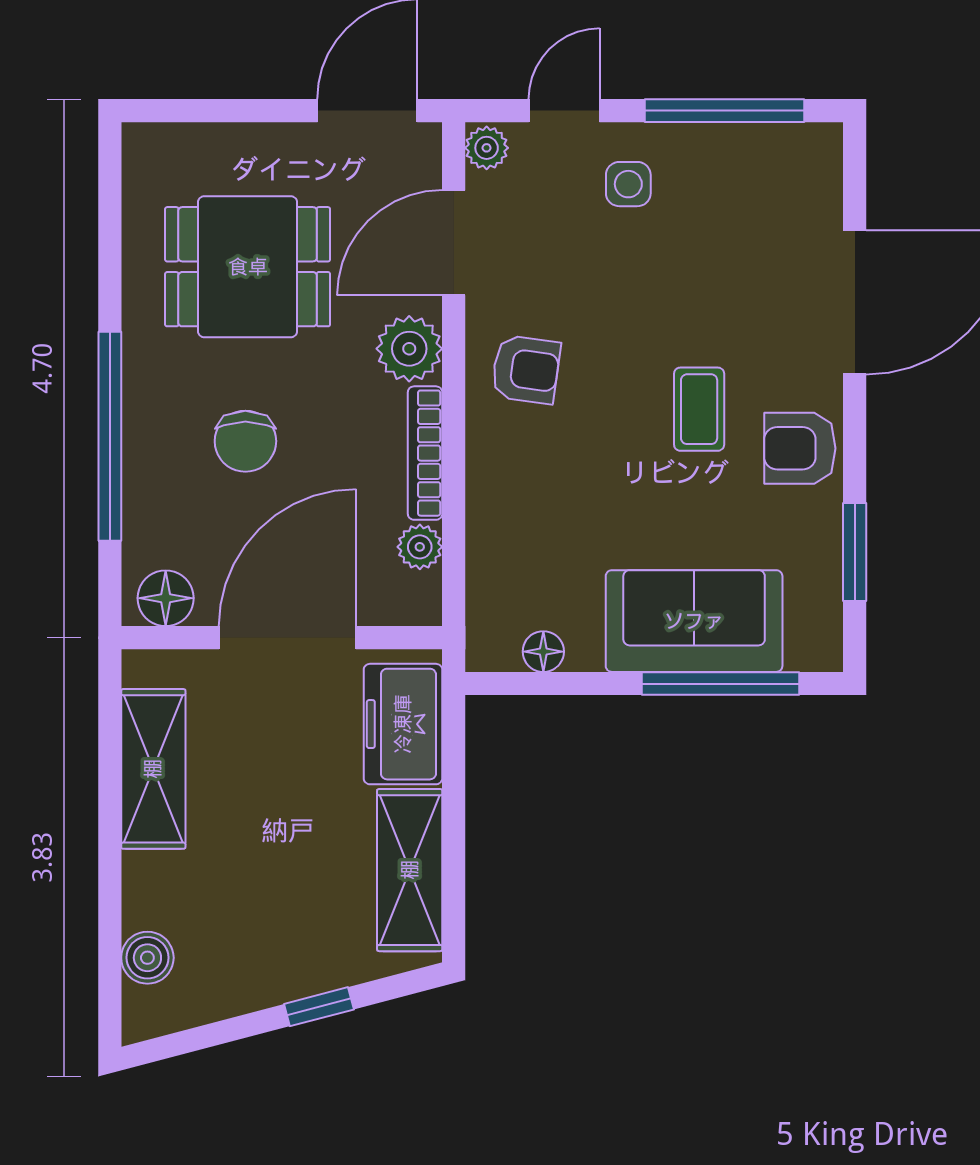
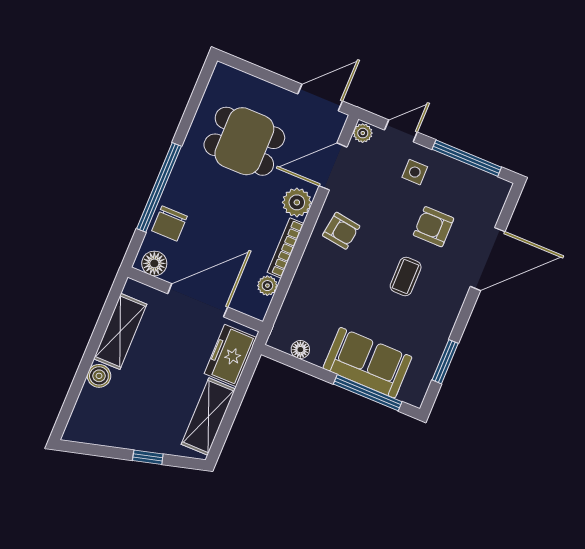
chair: (245, 441) -> (170, 223), moved
armchair: (800, 448) -> (434, 227), moved
boiler: (147, 958) -> (99, 376), moved

